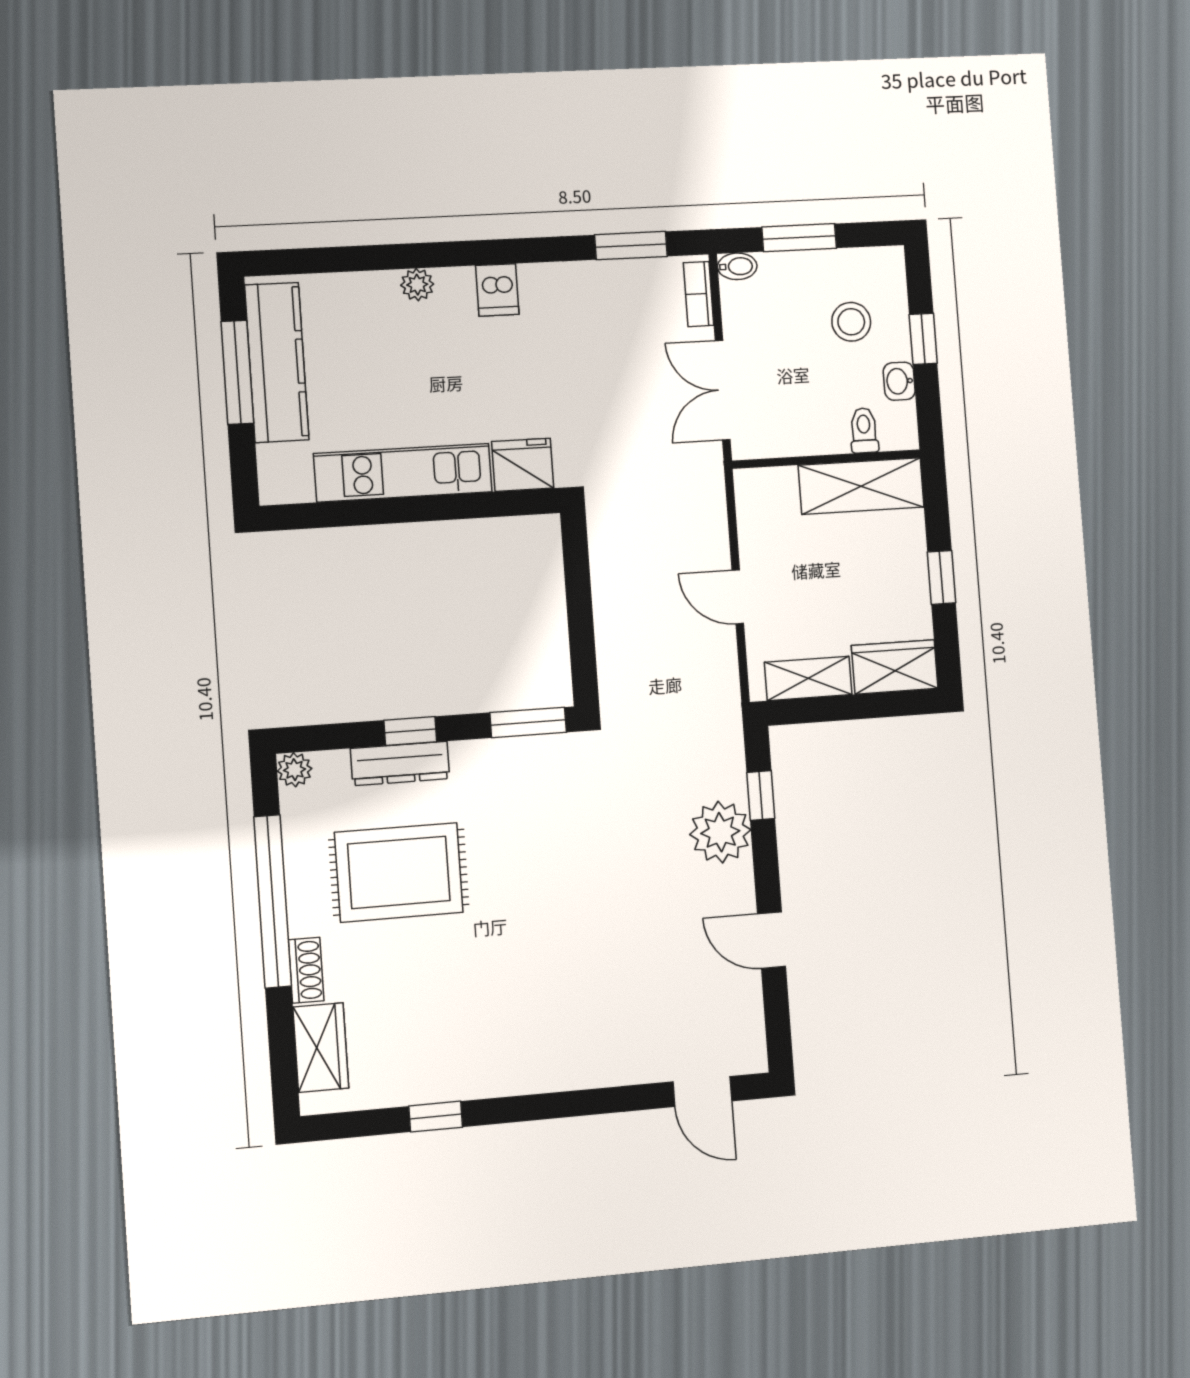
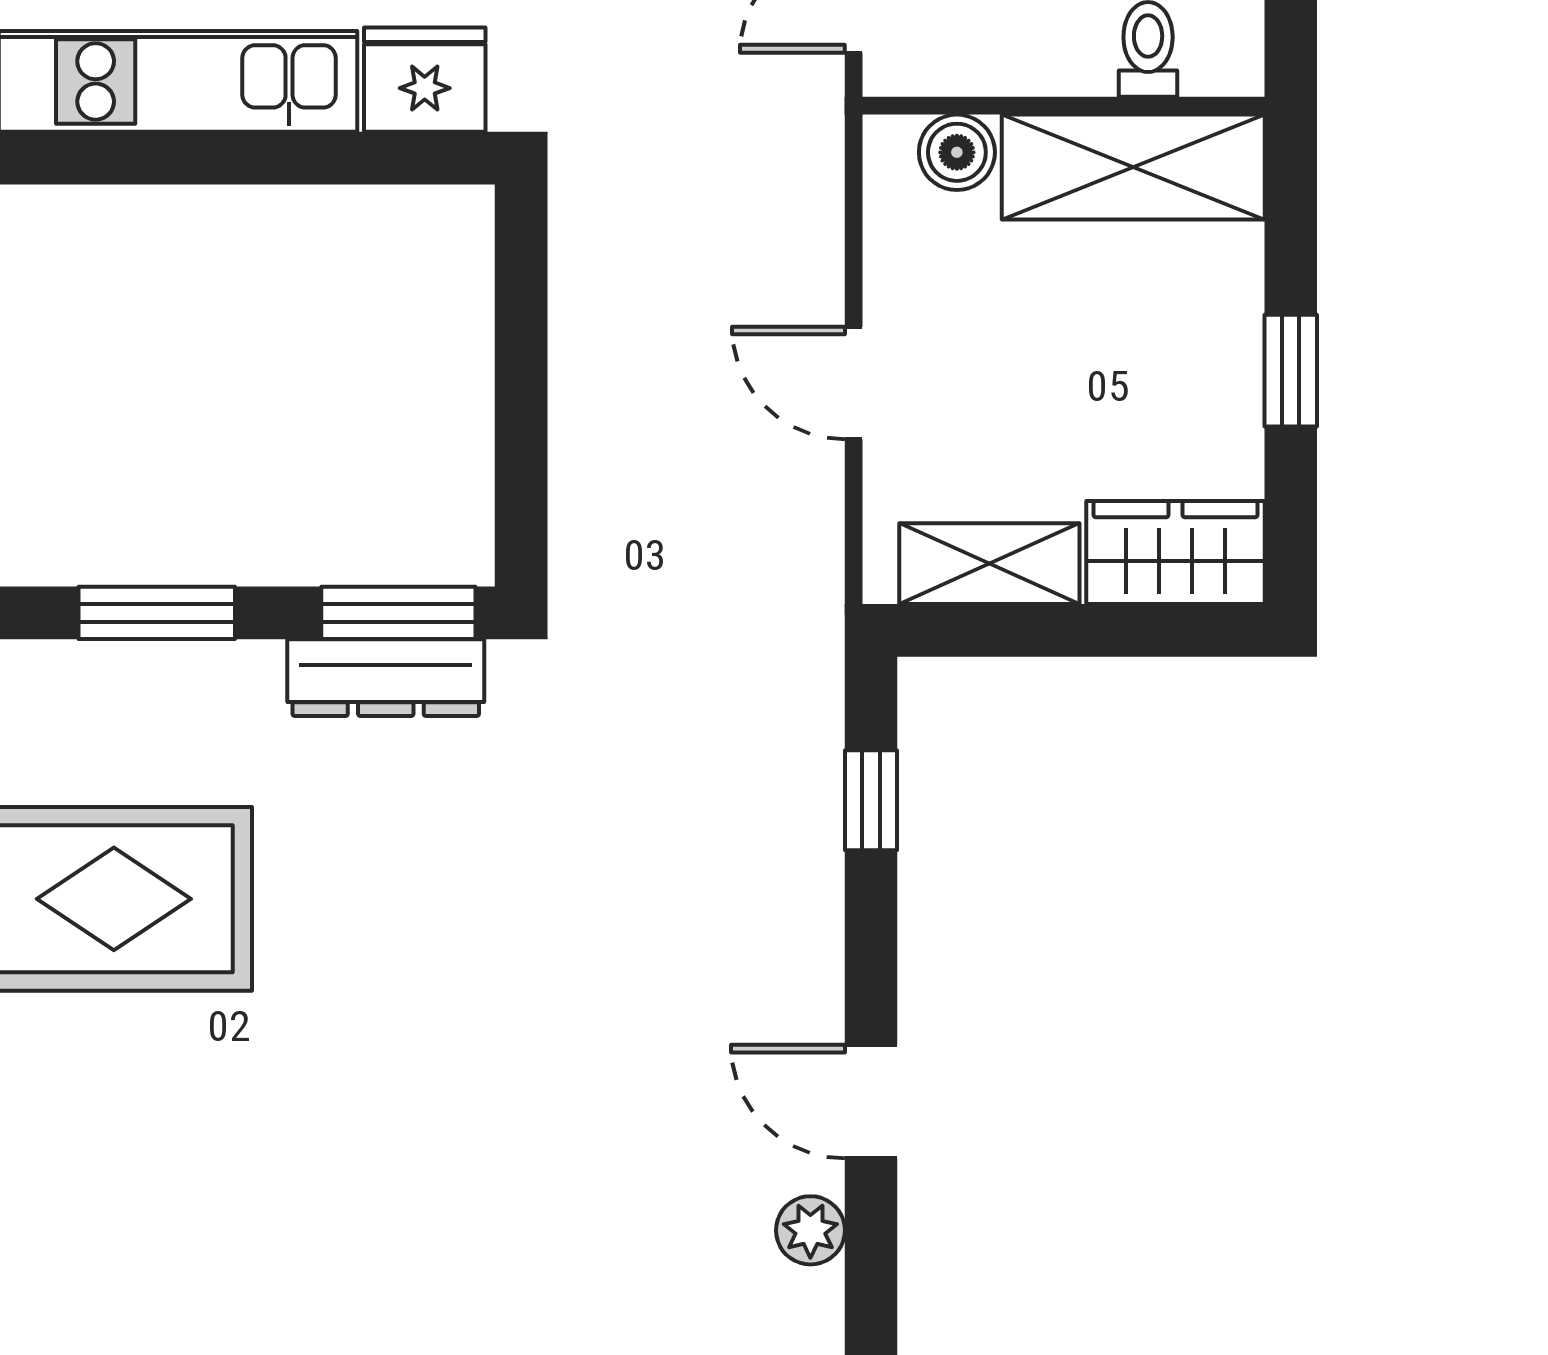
boiler: (778, 484) -> (957, 152), added
window: (410, 731) -> (157, 613), width x1.50
dresser: (400, 764) -> (386, 678), moved
plant: (720, 832) -> (810, 1230), moved, width x0.53, depth x0.53

